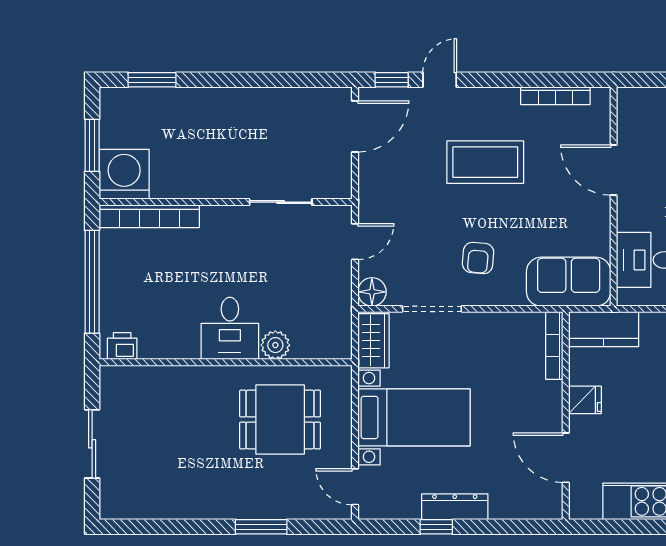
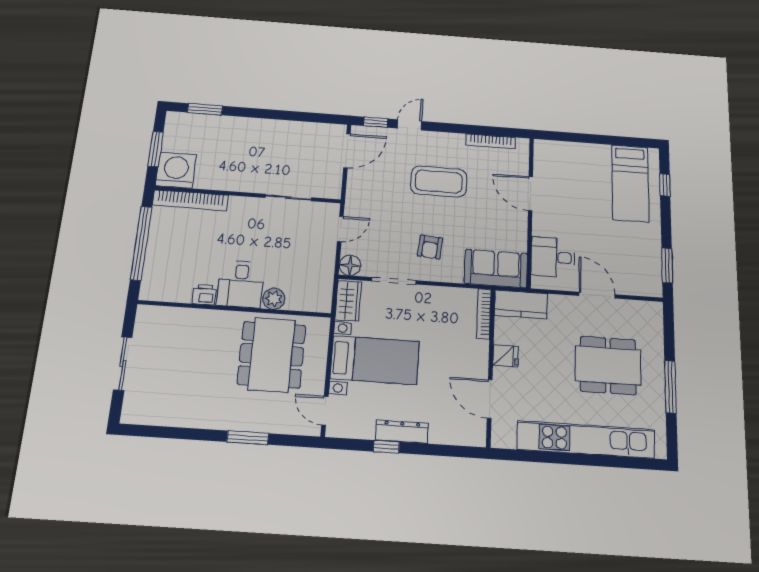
printer: (122, 346) -> (204, 295), moved
dining table: (280, 420) -> (272, 355), width x1.37

